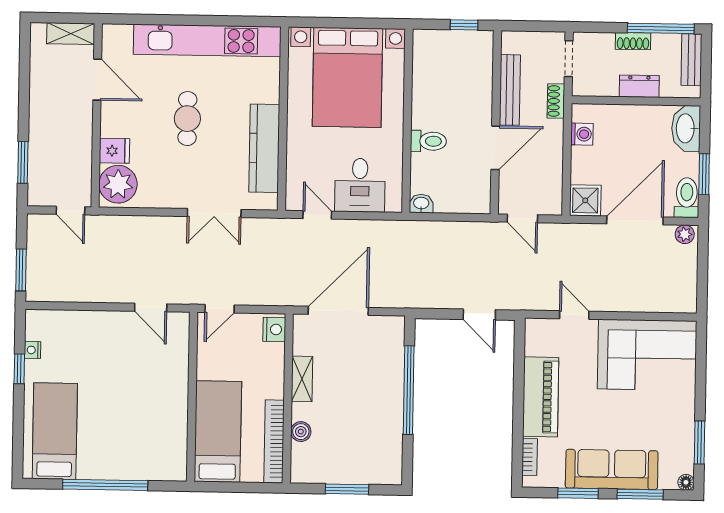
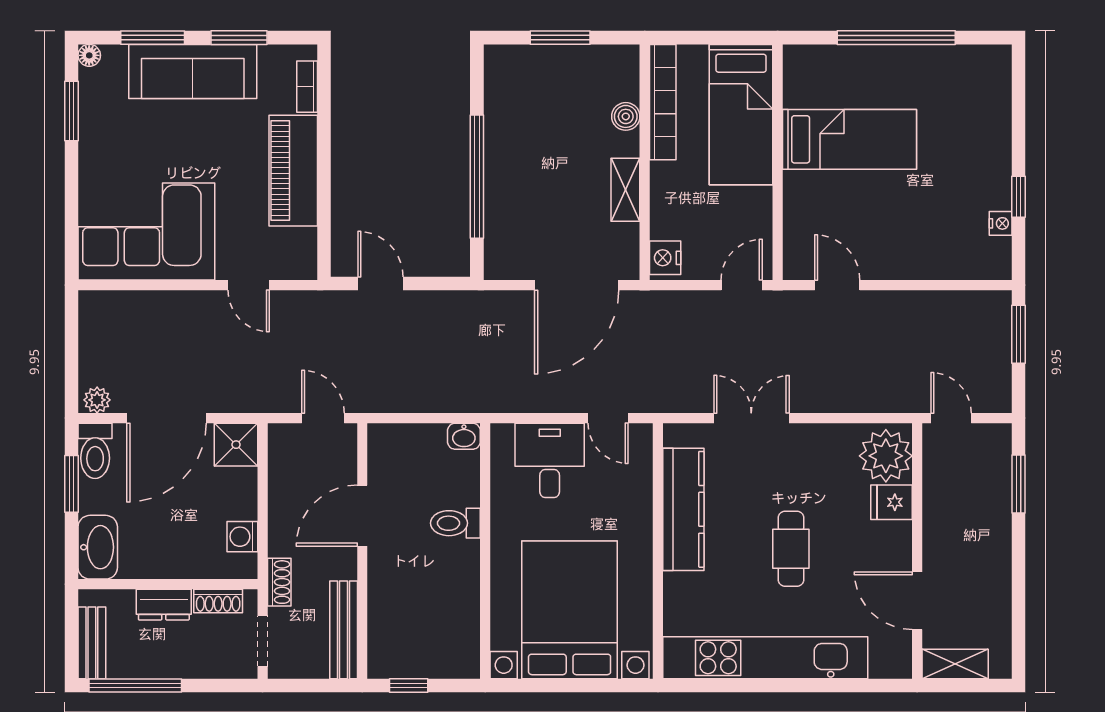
shoe rack: (633, 41) -> (218, 601), moved, turned 180
bench: (510, 90) -> (344, 630), moved
bed: (55, 431) -> (849, 139), moved, turned -90

